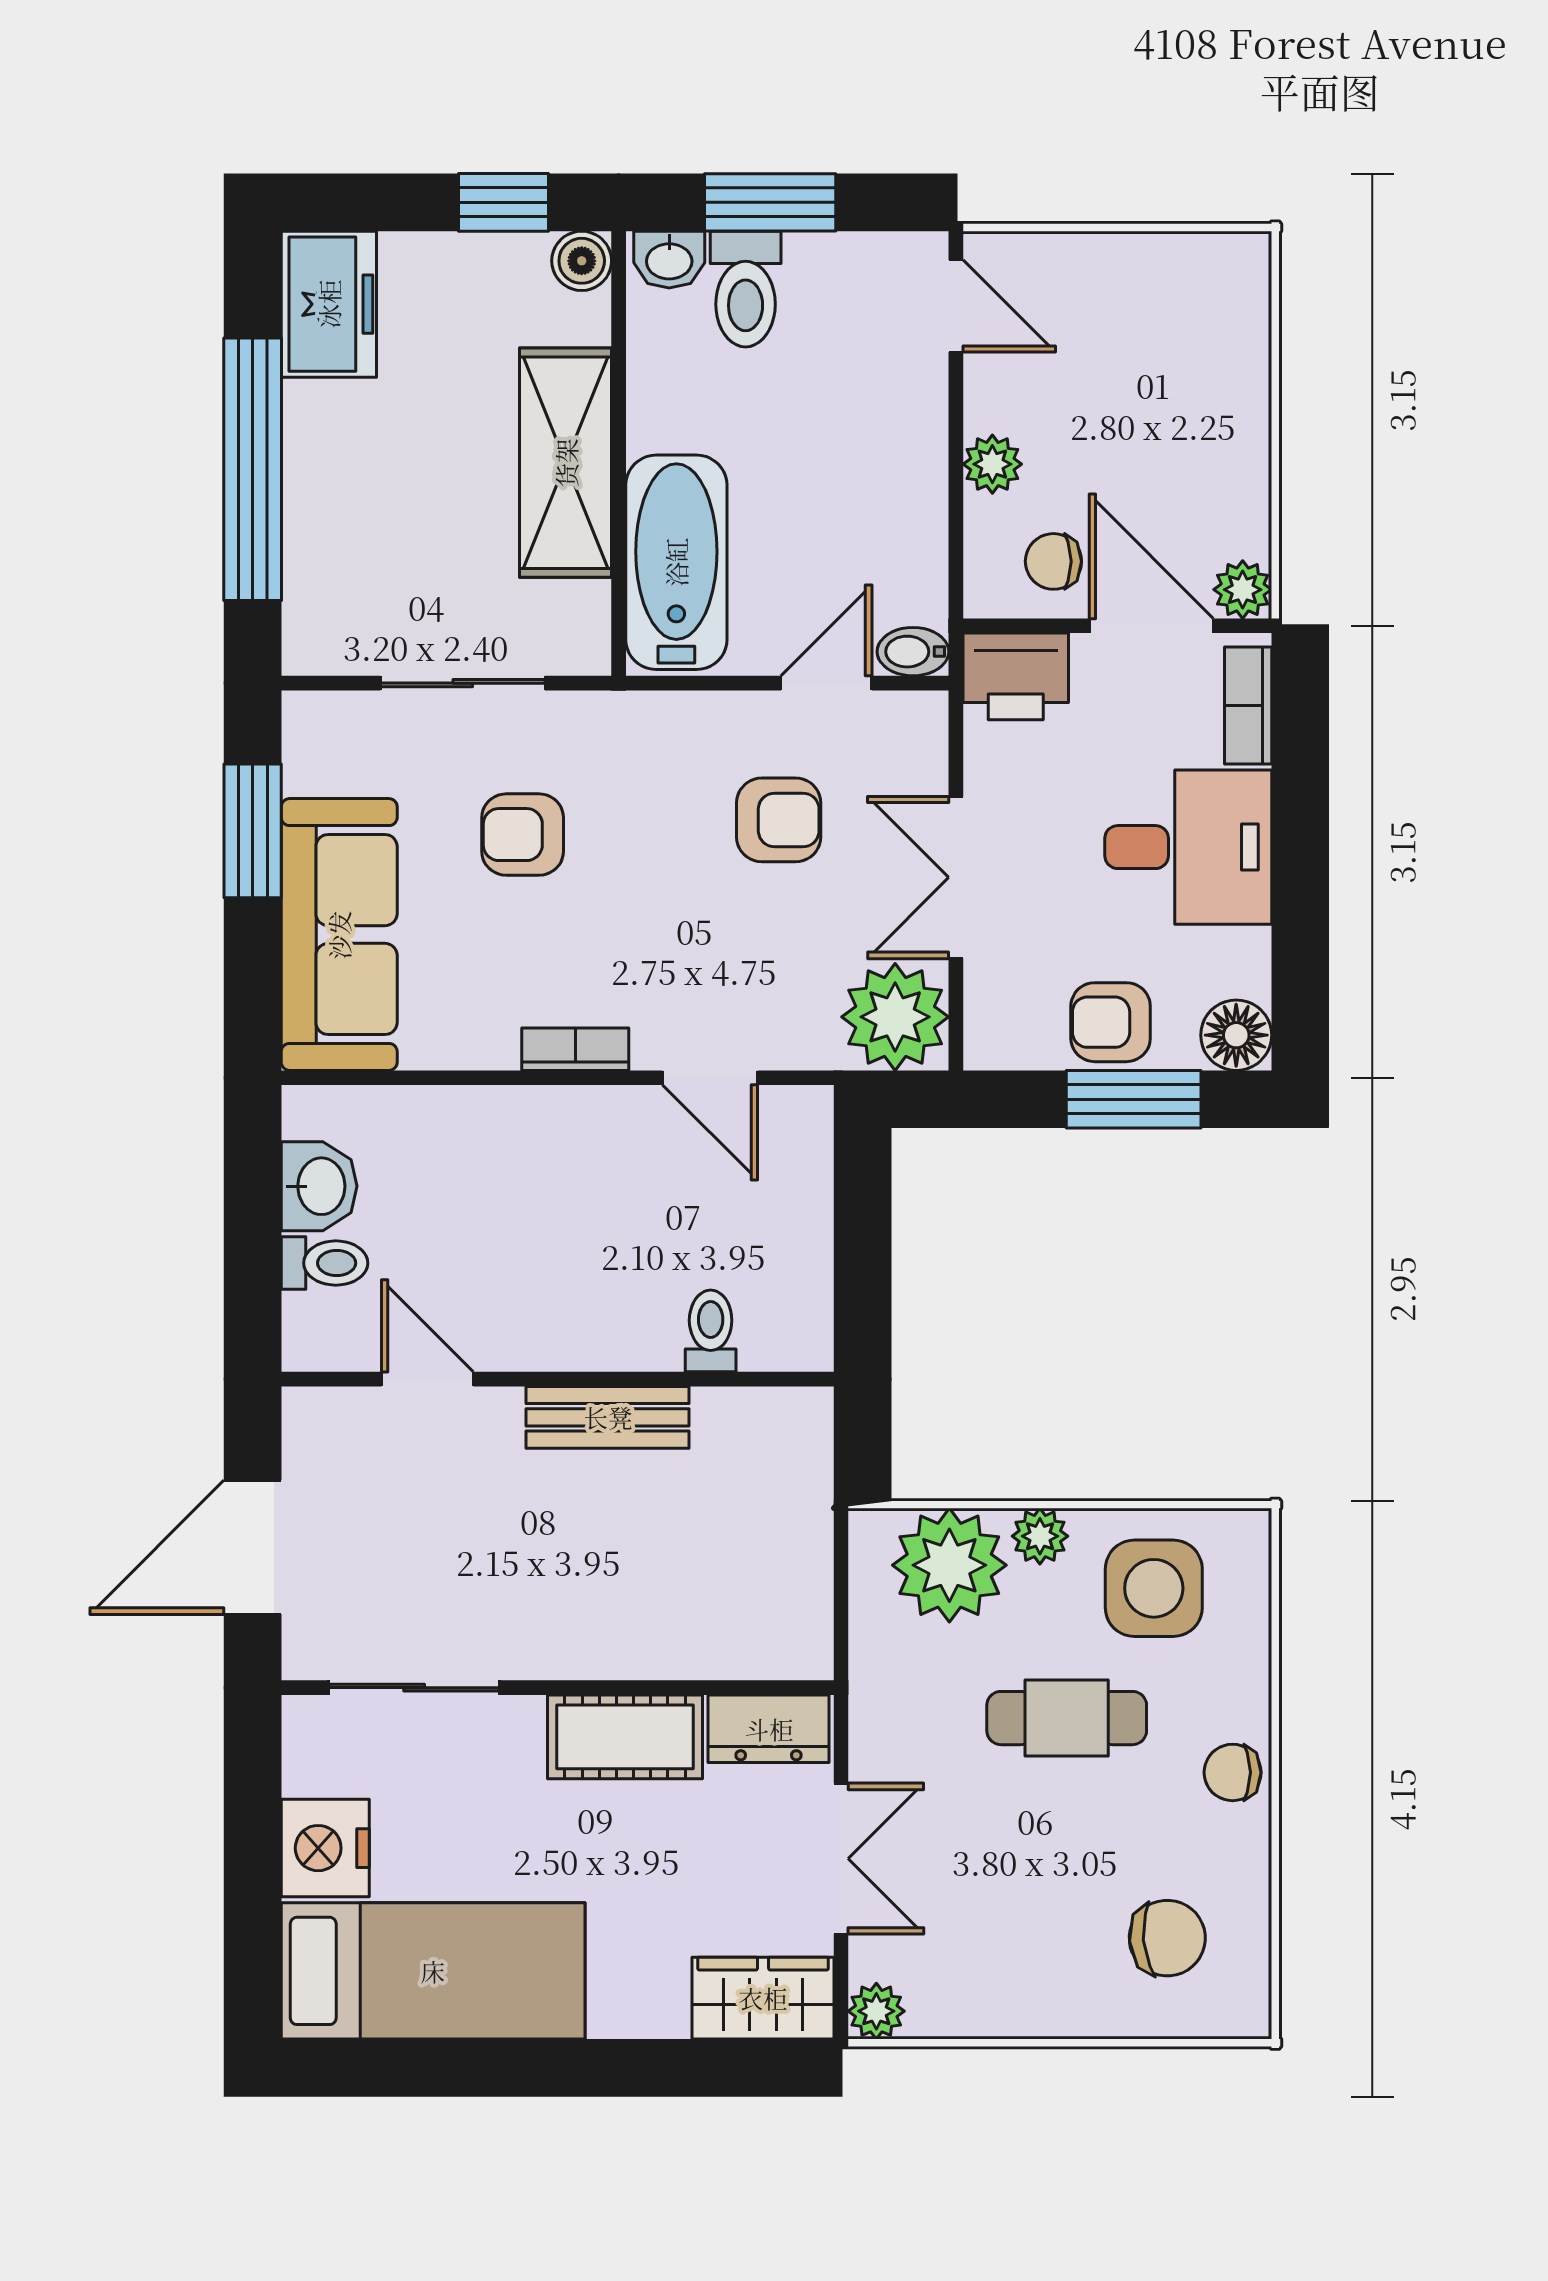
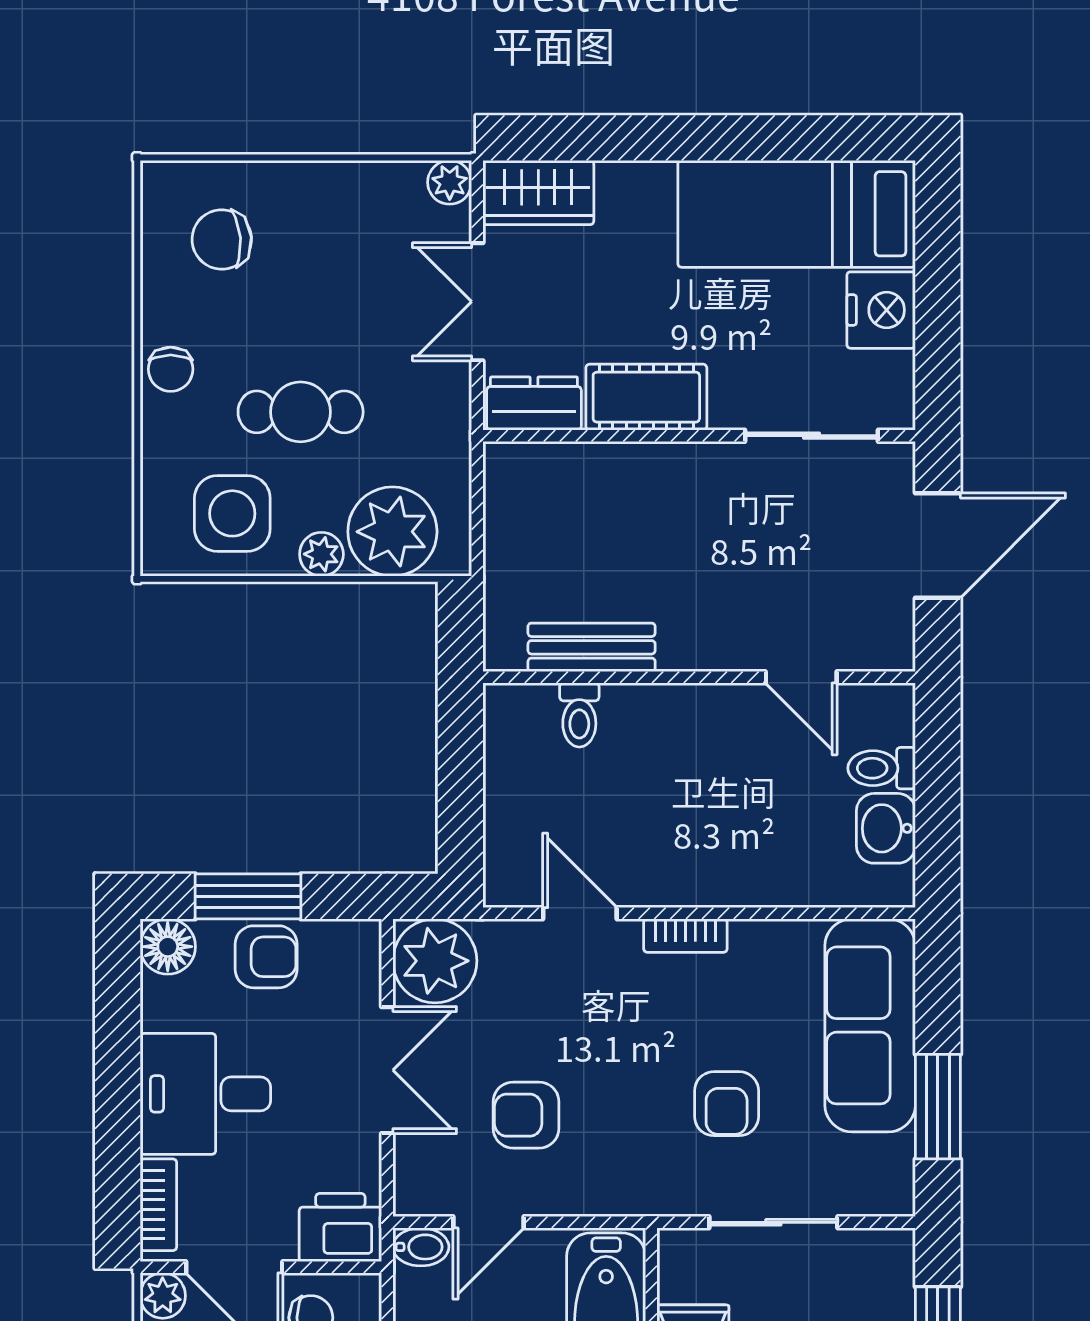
armchair: (523, 835) -> (727, 1104), turned 90
bench: (608, 1417) -> (592, 647), moved
chair: (1233, 1772) -> (171, 369), turned 90

